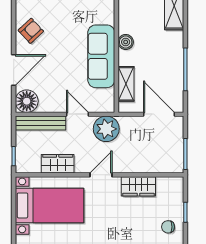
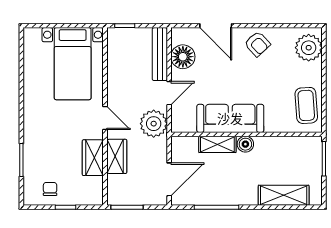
shelving: (126, 84) -> (217, 144), moved
floor lamp: (27, 101) -> (183, 57), moved
wardrobe: (58, 164) -> (117, 156), moved

